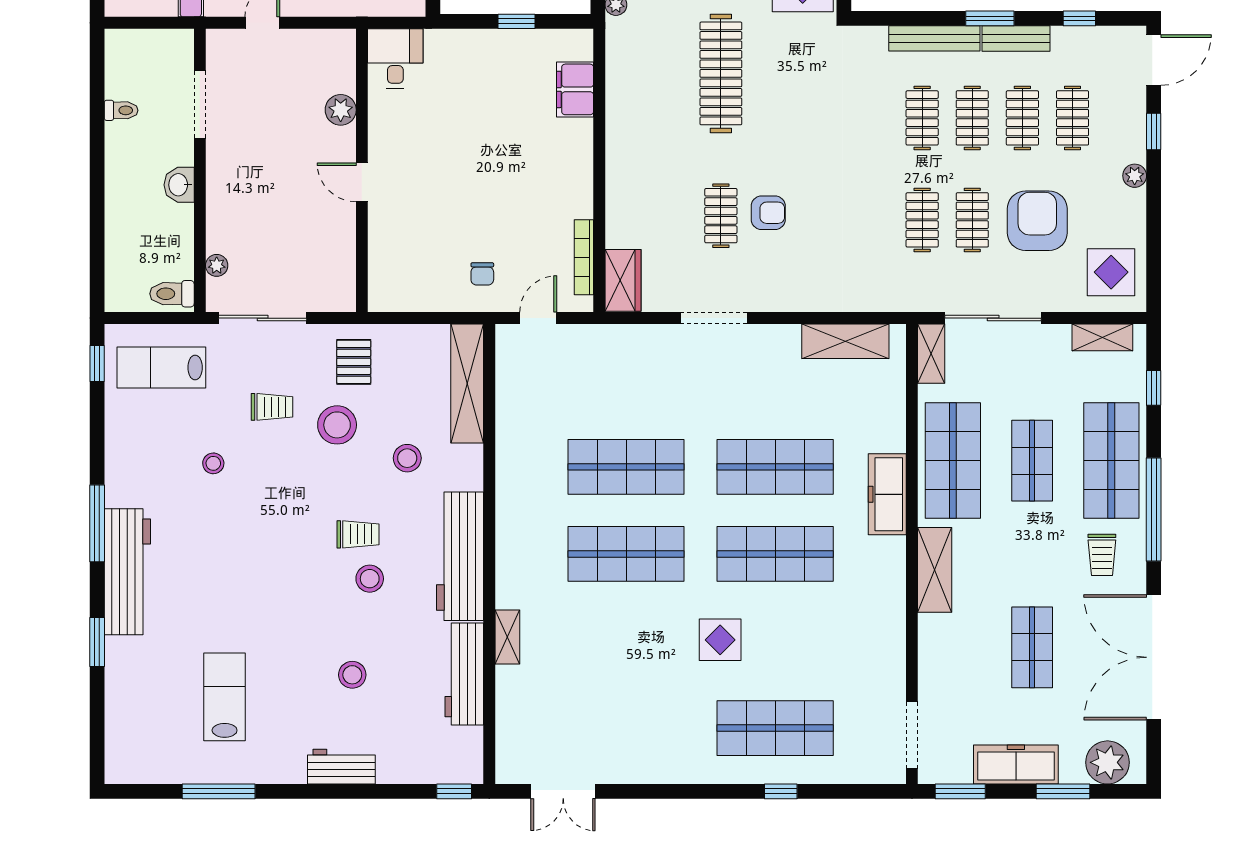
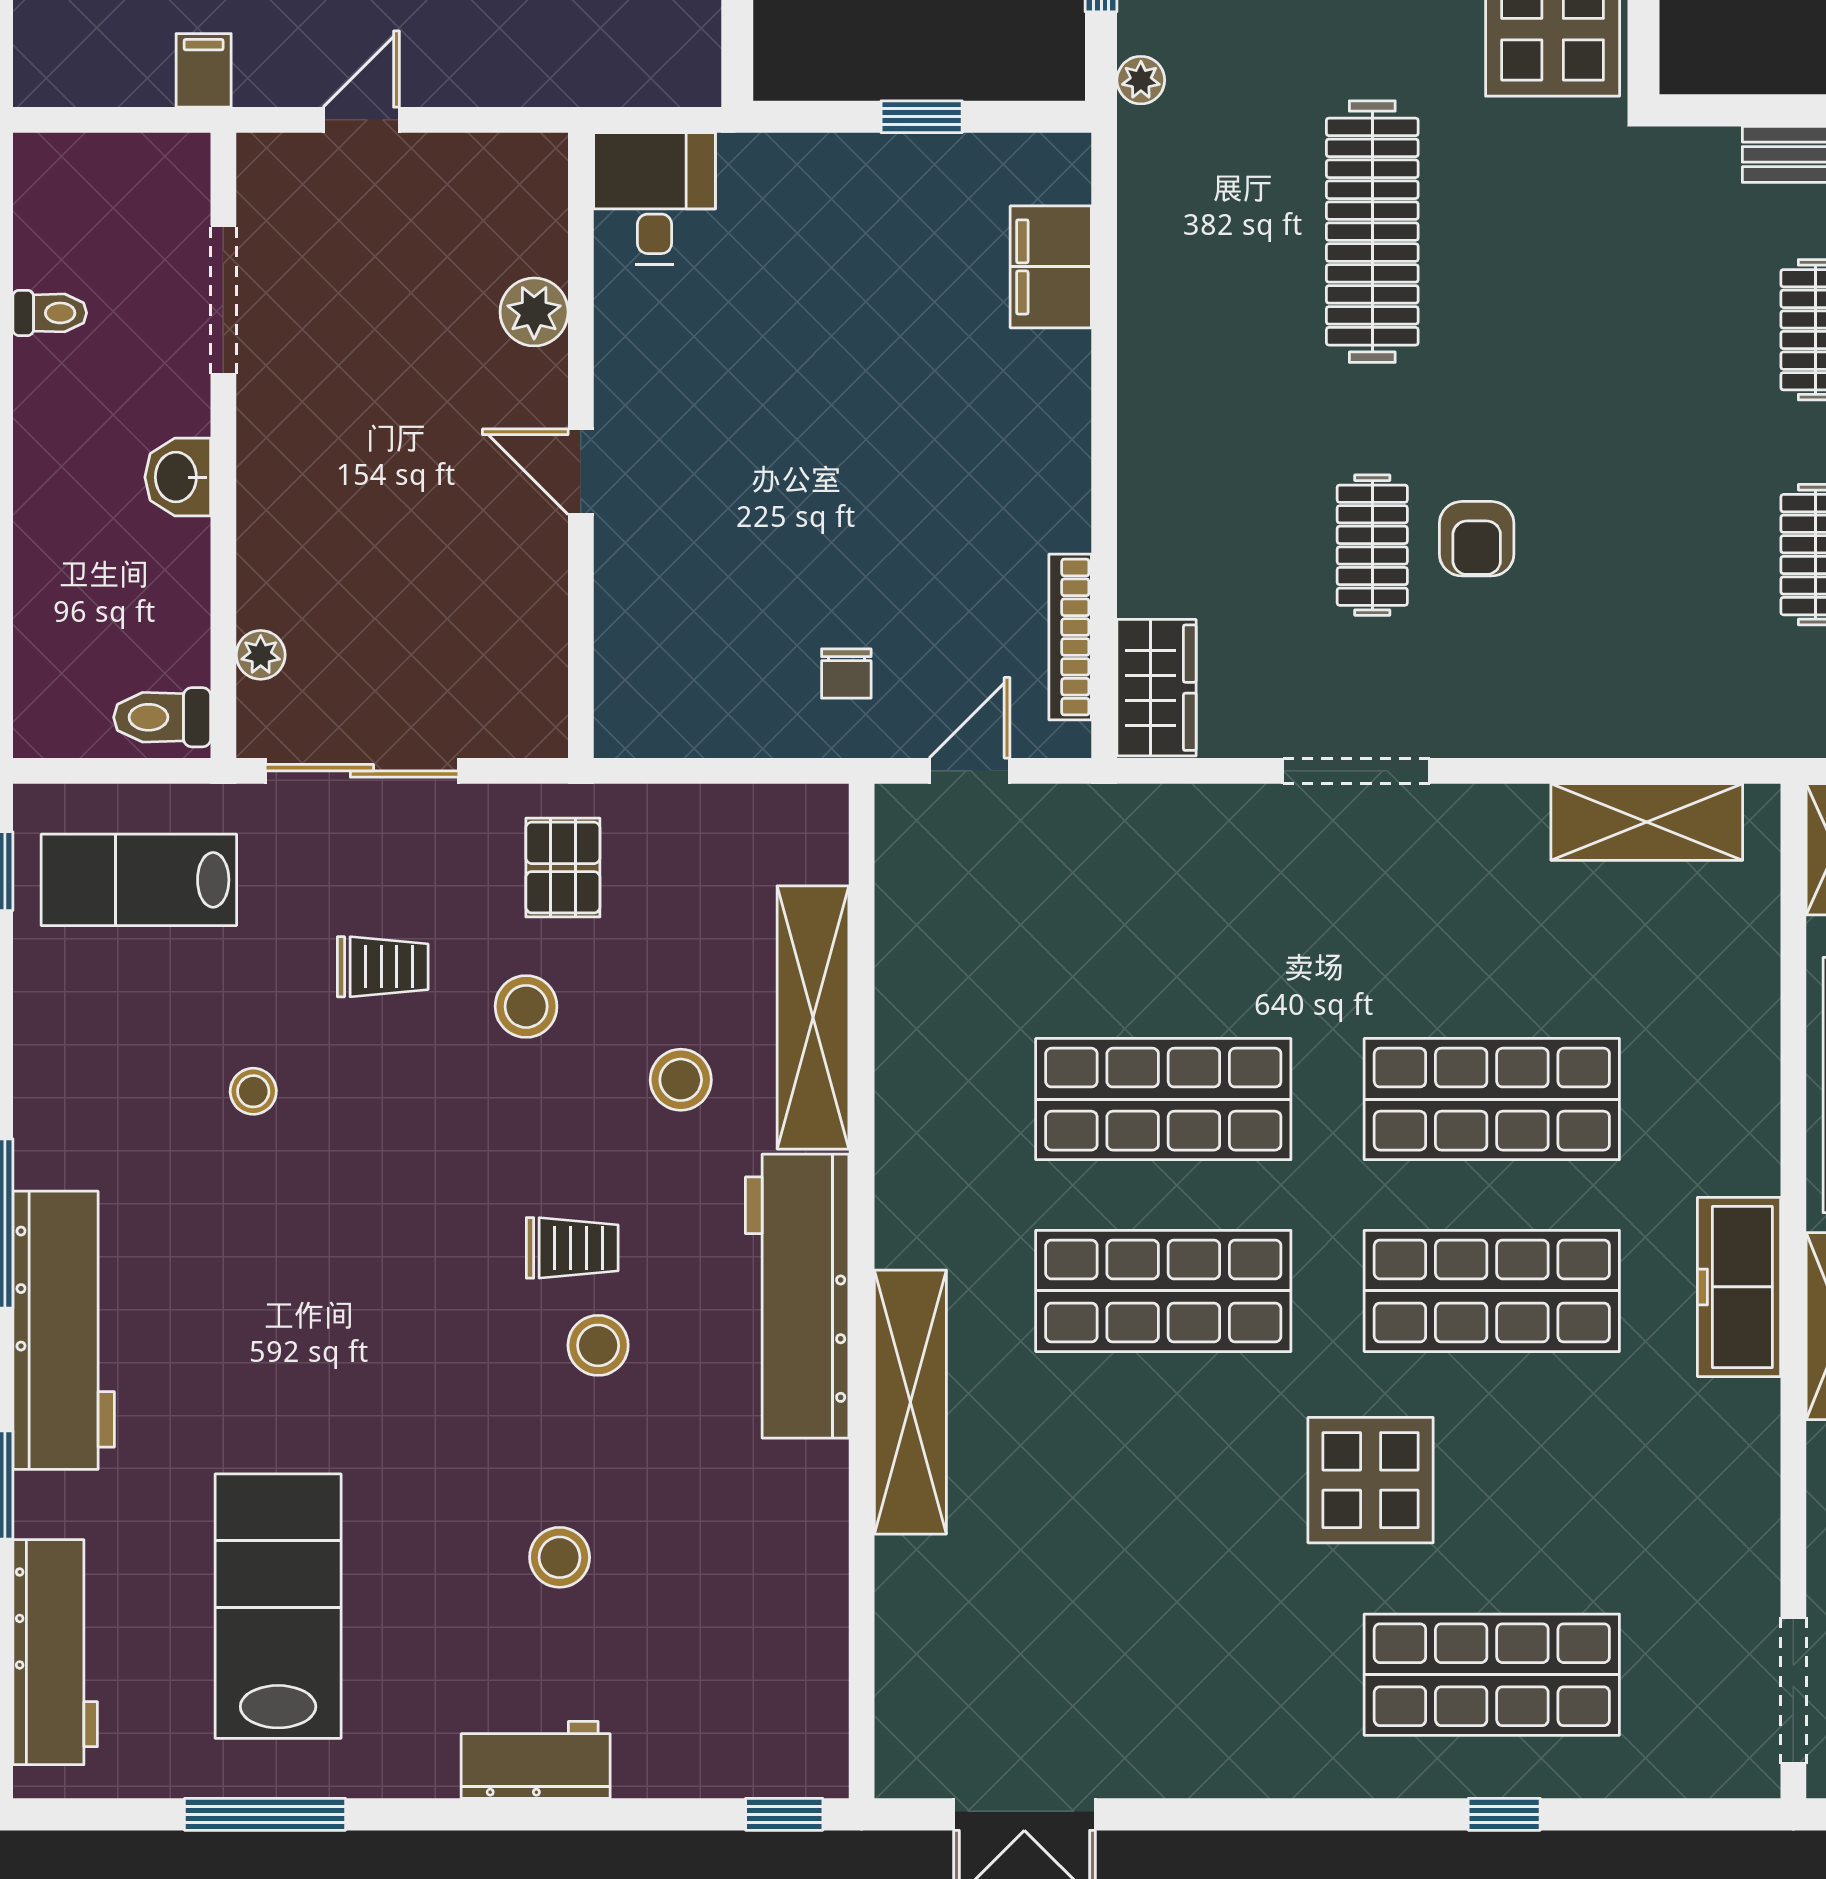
armchair: (768, 213) -> (1477, 539), turned 90
shelving: (467, 384) -> (813, 1017), moved
stool: (337, 425) -> (526, 1006), width x0.73, depth x0.73
freezer: (887, 494) -> (1739, 1287), moved
shelving: (507, 637) -> (910, 1402), width x2.20, depth x1.33
display table: (720, 640) -> (1371, 1480), width x1.36, depth x1.36
workbench: (464, 674) -> (55, 1652), moved, turned 180
lab bench: (225, 697) -> (278, 1606), width x1.36, depth x1.39

